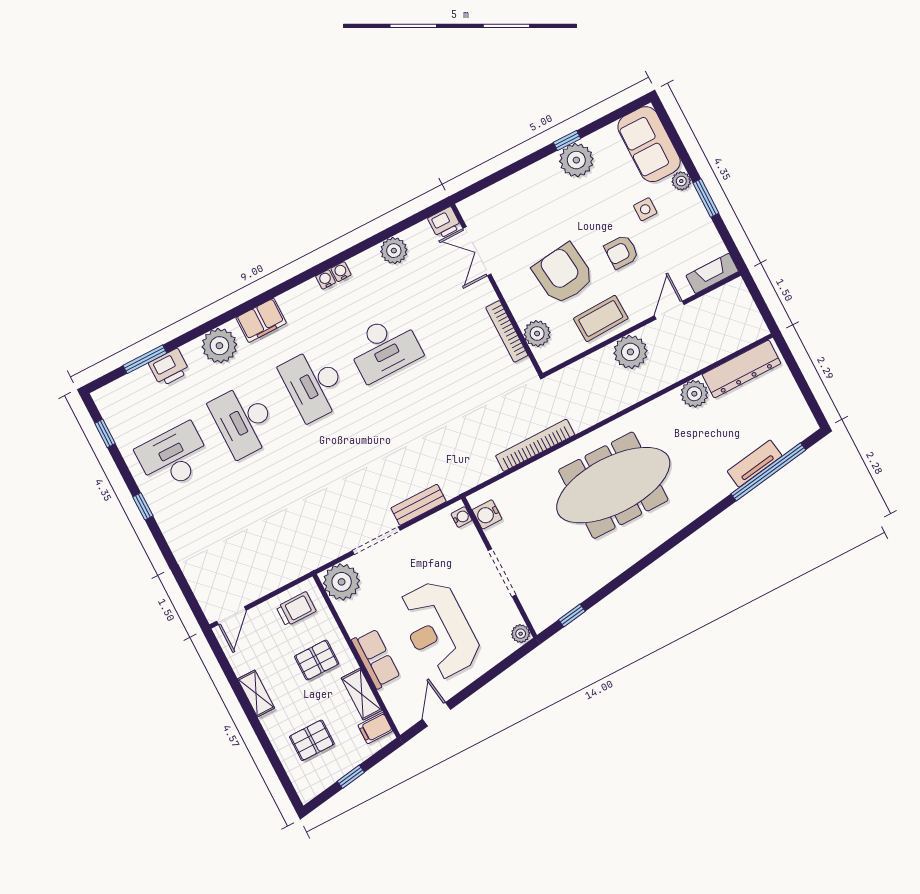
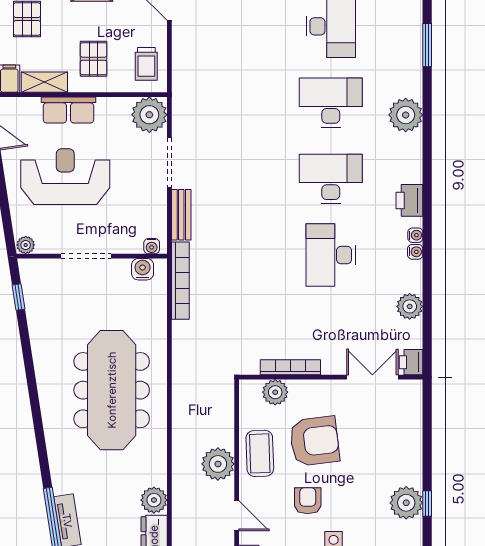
filing cabinet: (261, 320) -> (409, 162), removed
printer: (169, 367) -> (409, 200), moved
bookcase: (535, 445) -> (180, 281), moved

